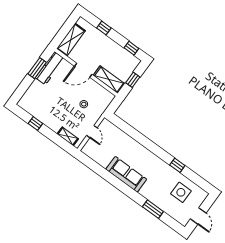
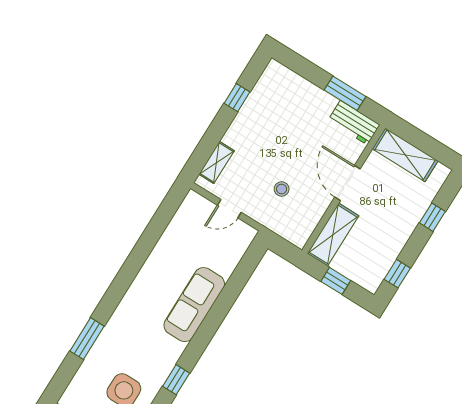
workbench: (50, 68) -> (354, 123), width x0.73
sofa: (126, 174) -> (194, 305), moved, turned 180

